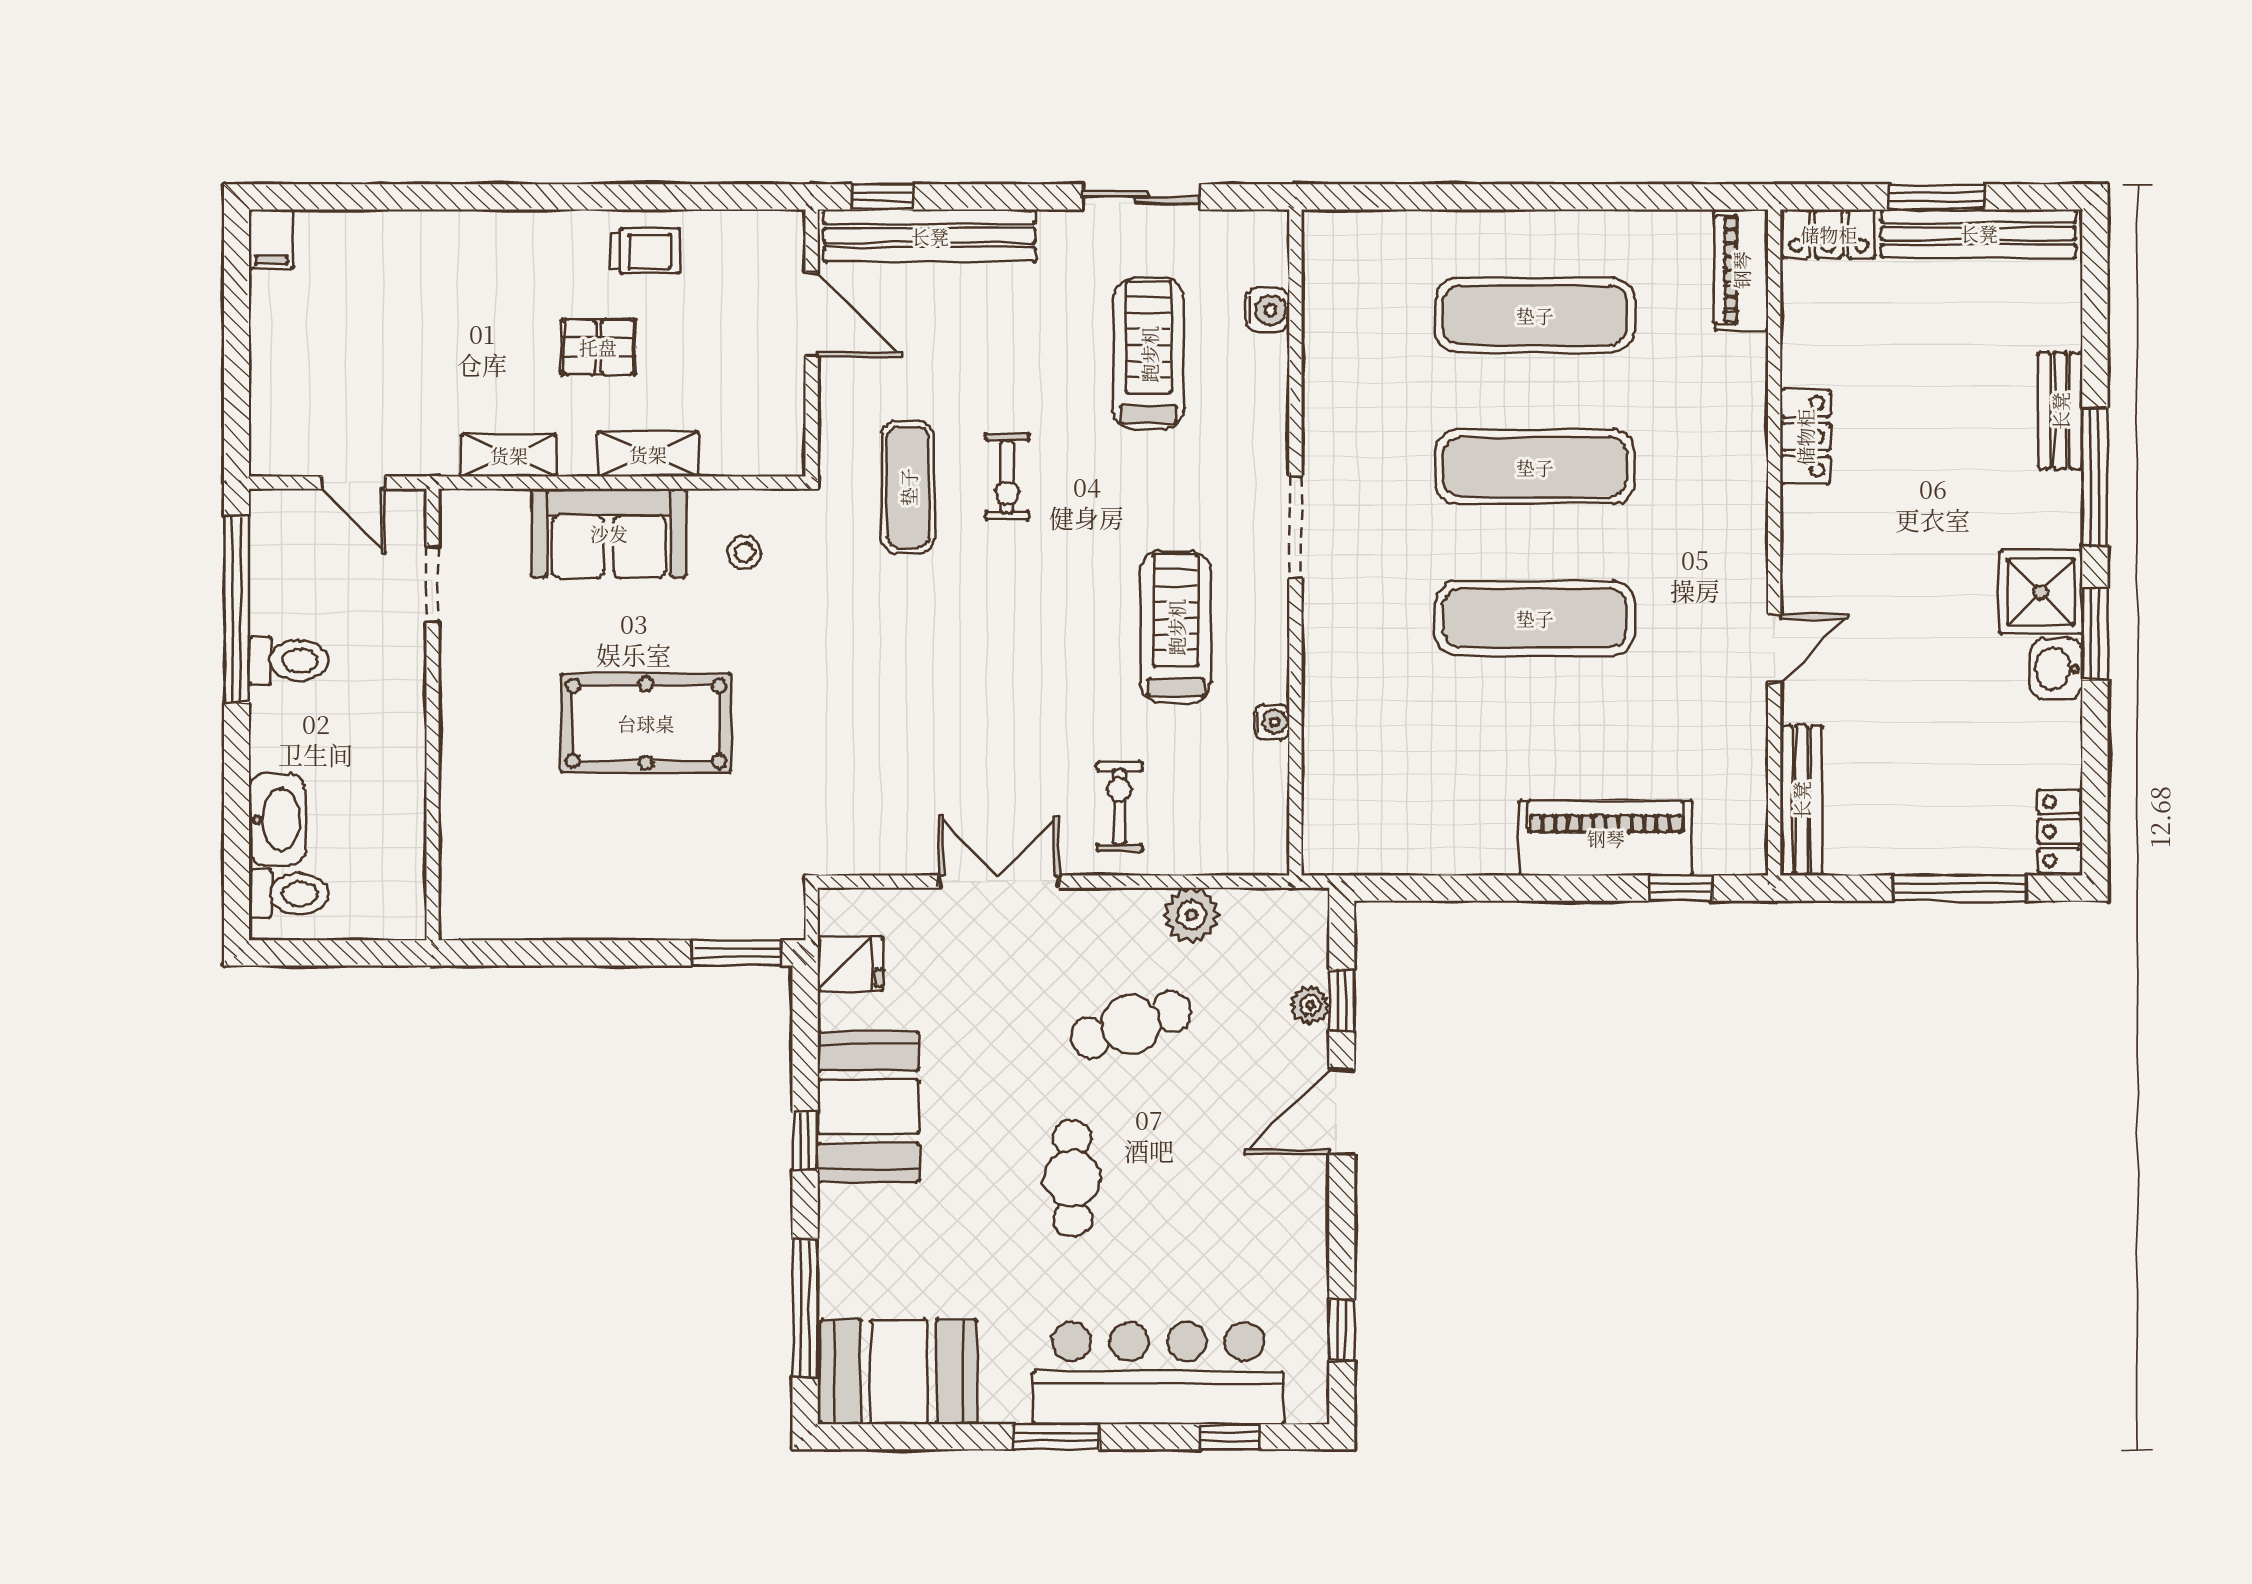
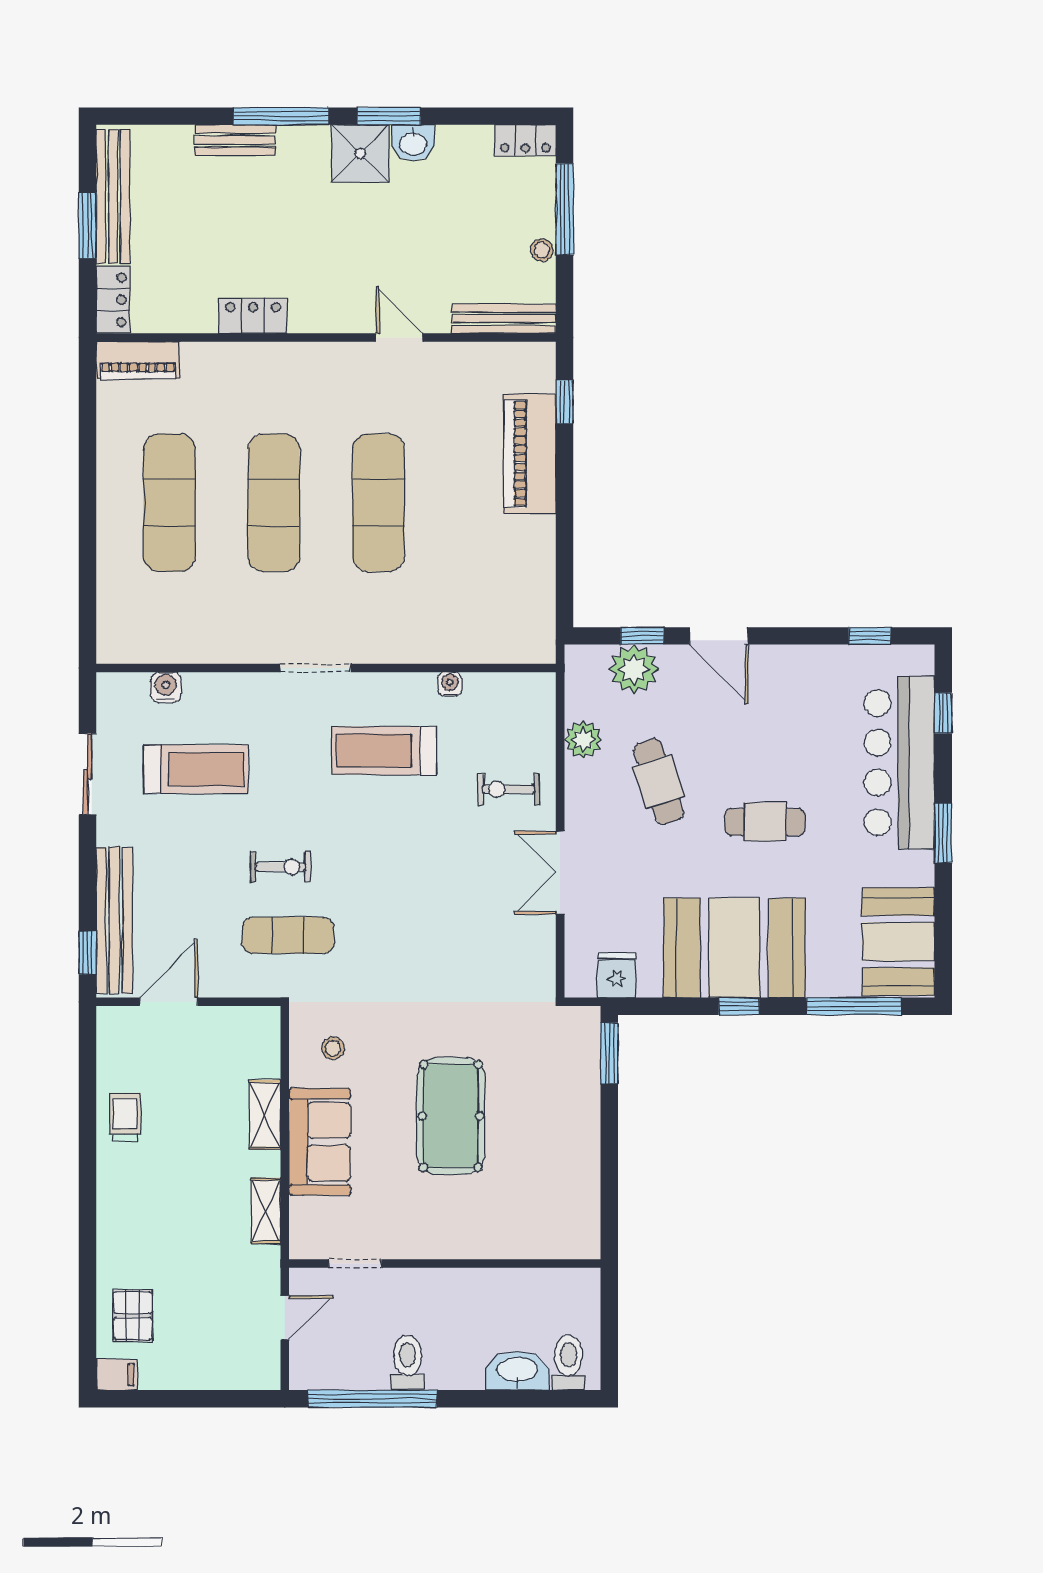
pallet: (598, 347) -> (133, 1316), moved
treadmill: (1149, 354) -> (196, 769), turned 180
stool: (1901, 855) -> (542, 250), added
plant: (1310, 1005) -> (634, 669), width x1.88, depth x1.88
booth: (868, 1107) -> (734, 948), width x1.36, depth x1.42

